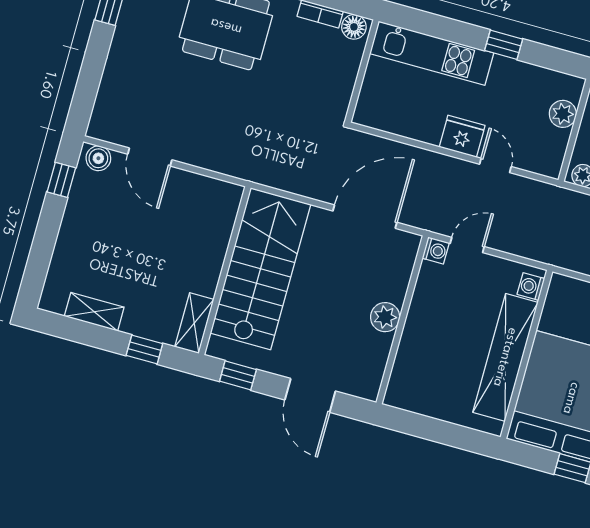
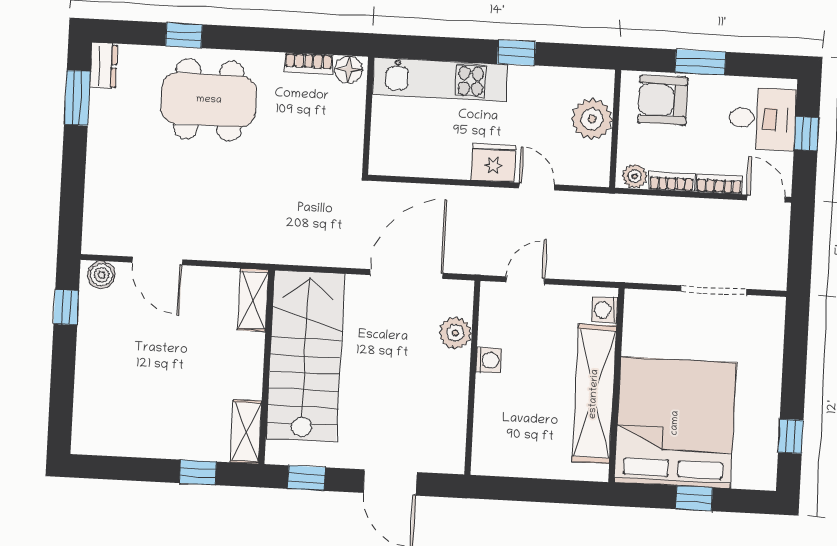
plant: (563, 114) -> (592, 119), width x1.36, depth x1.36
washing machine: (436, 251) -> (489, 360), moved
shelving: (94, 312) -> (253, 300), moved, turned 90
plant: (385, 317) -> (455, 333), moved

